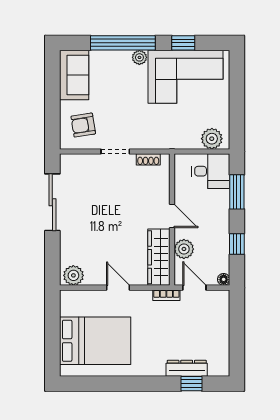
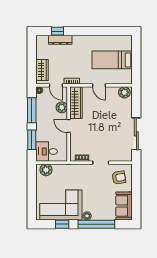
window: (237, 244) -> (32, 110), width x2.17
wardrobe: (219, 315) -> (42, 70), added
bed: (95, 341) -> (112, 60), width x0.67

